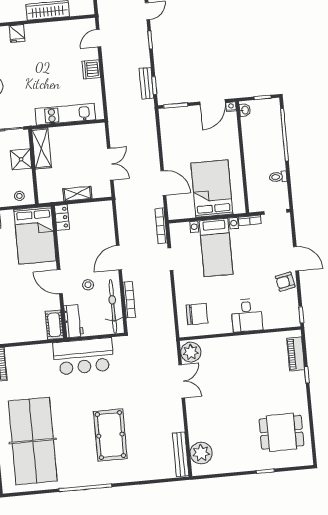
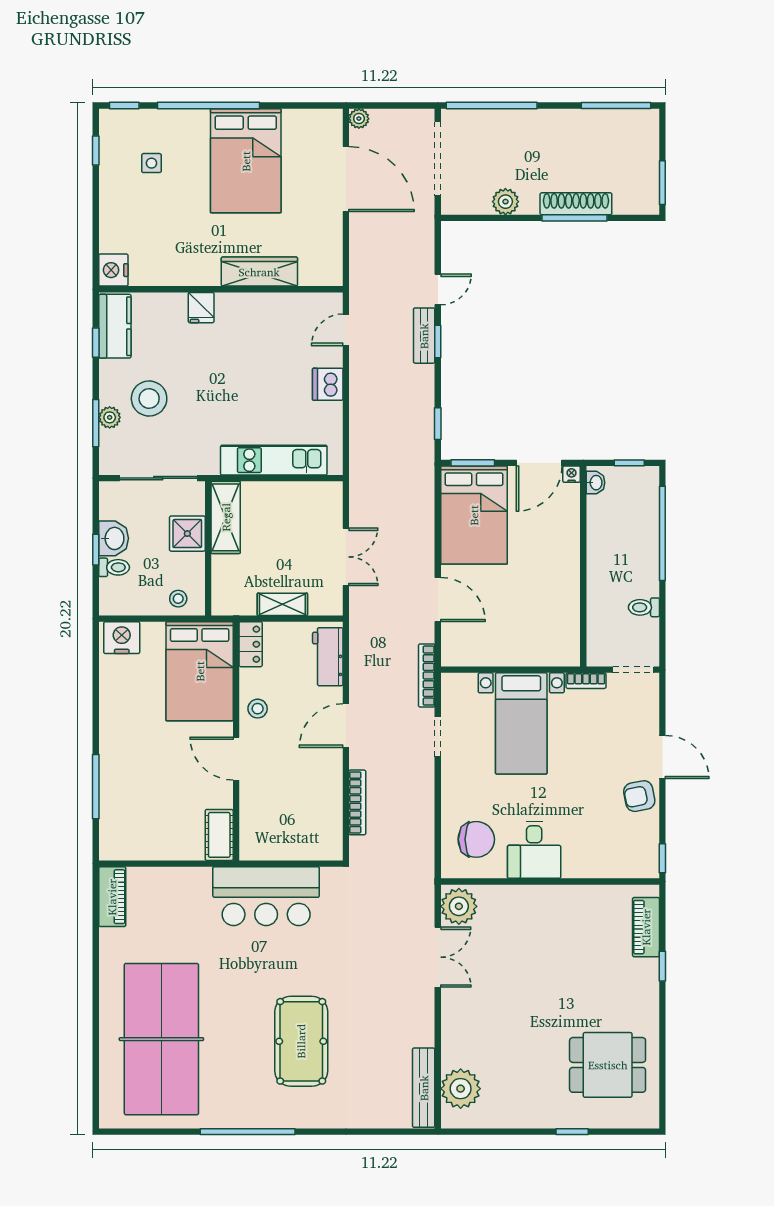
bench: (146, 83) -> (424, 336), moved
bed: (212, 189) -> (474, 515), moved, turned 180
stool: (88, 285) -> (258, 709), moved
bicycle: (113, 306) -> (327, 812), removed
desk: (247, 315) -> (534, 850), moved
workbench: (74, 321) -> (328, 657), moved, turned 180

